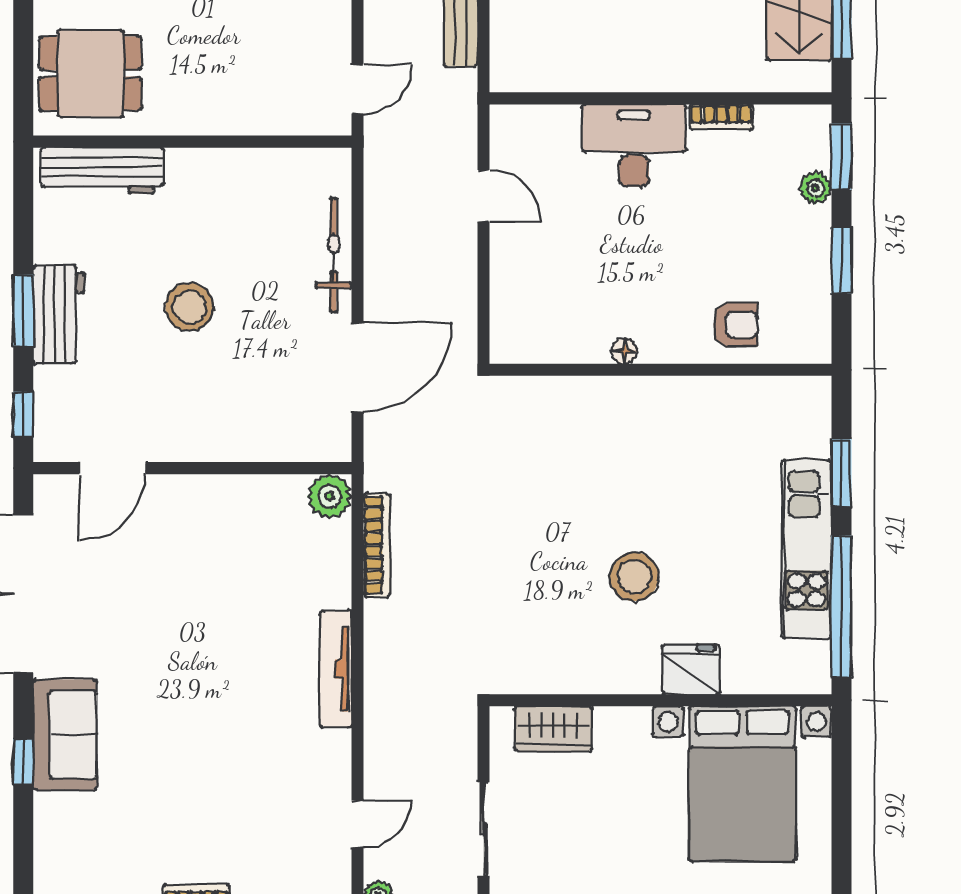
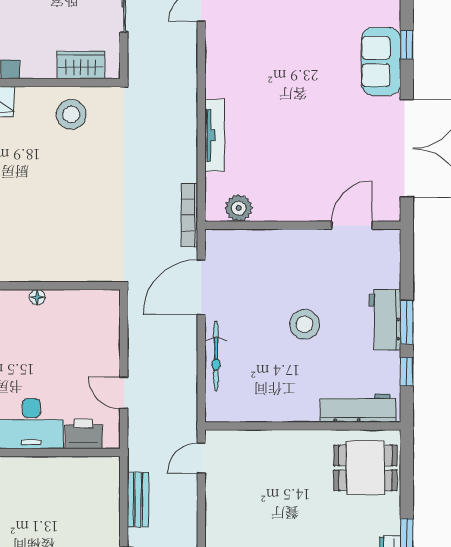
printer: (549, 129) -> (84, 434), added
window: (23, 415) -> (407, 372), moved
plant: (329, 496) -> (239, 208), moved
bookcase: (377, 545) -> (189, 215), moved
stool: (634, 577) -> (71, 114), moved
tv unit: (336, 669) -> (215, 135), moved

